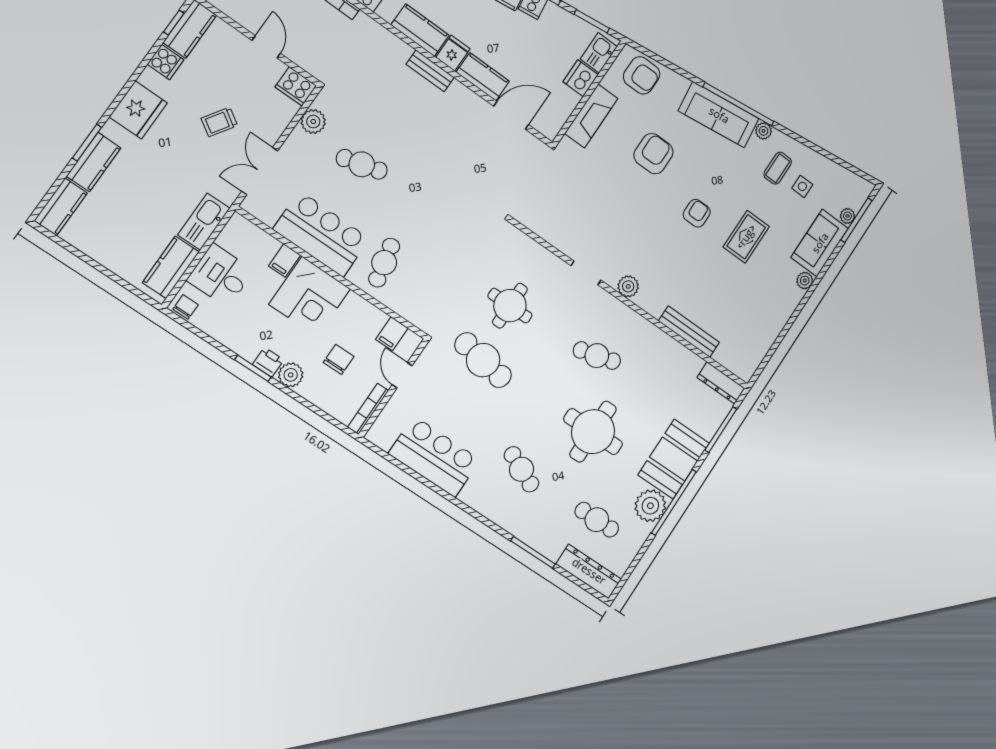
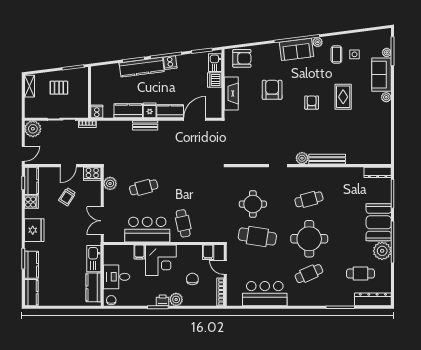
door: (266, 47) -> (68, 166), swing flipped
sofa: (719, 115) -> (296, 49), width x0.73
trolley: (219, 122) -> (67, 197), moved
bench: (689, 332) -> (327, 159), moved
round table: (593, 432) -> (309, 239), moved
cafe table: (521, 469) -> (309, 274), turned -48

